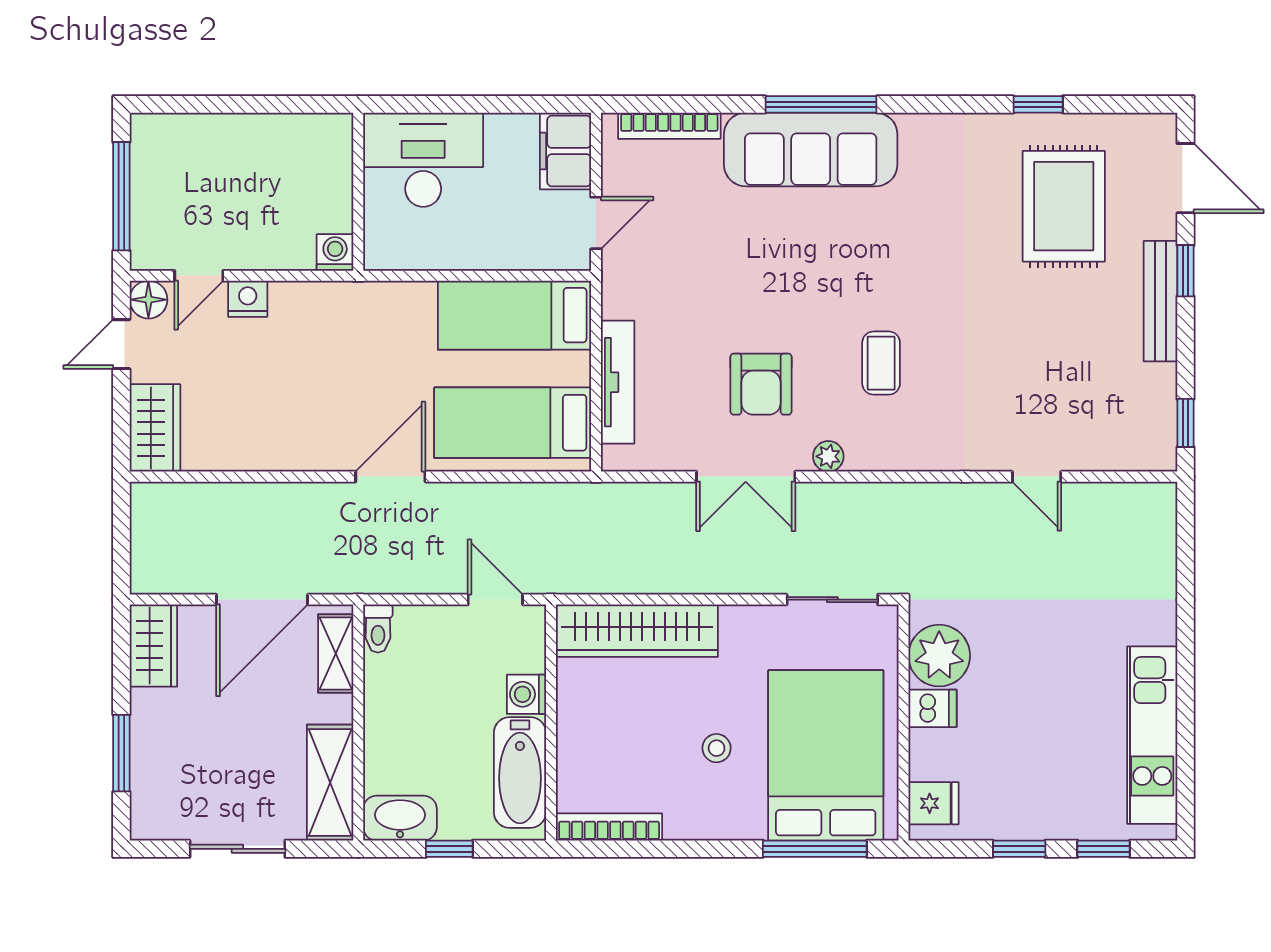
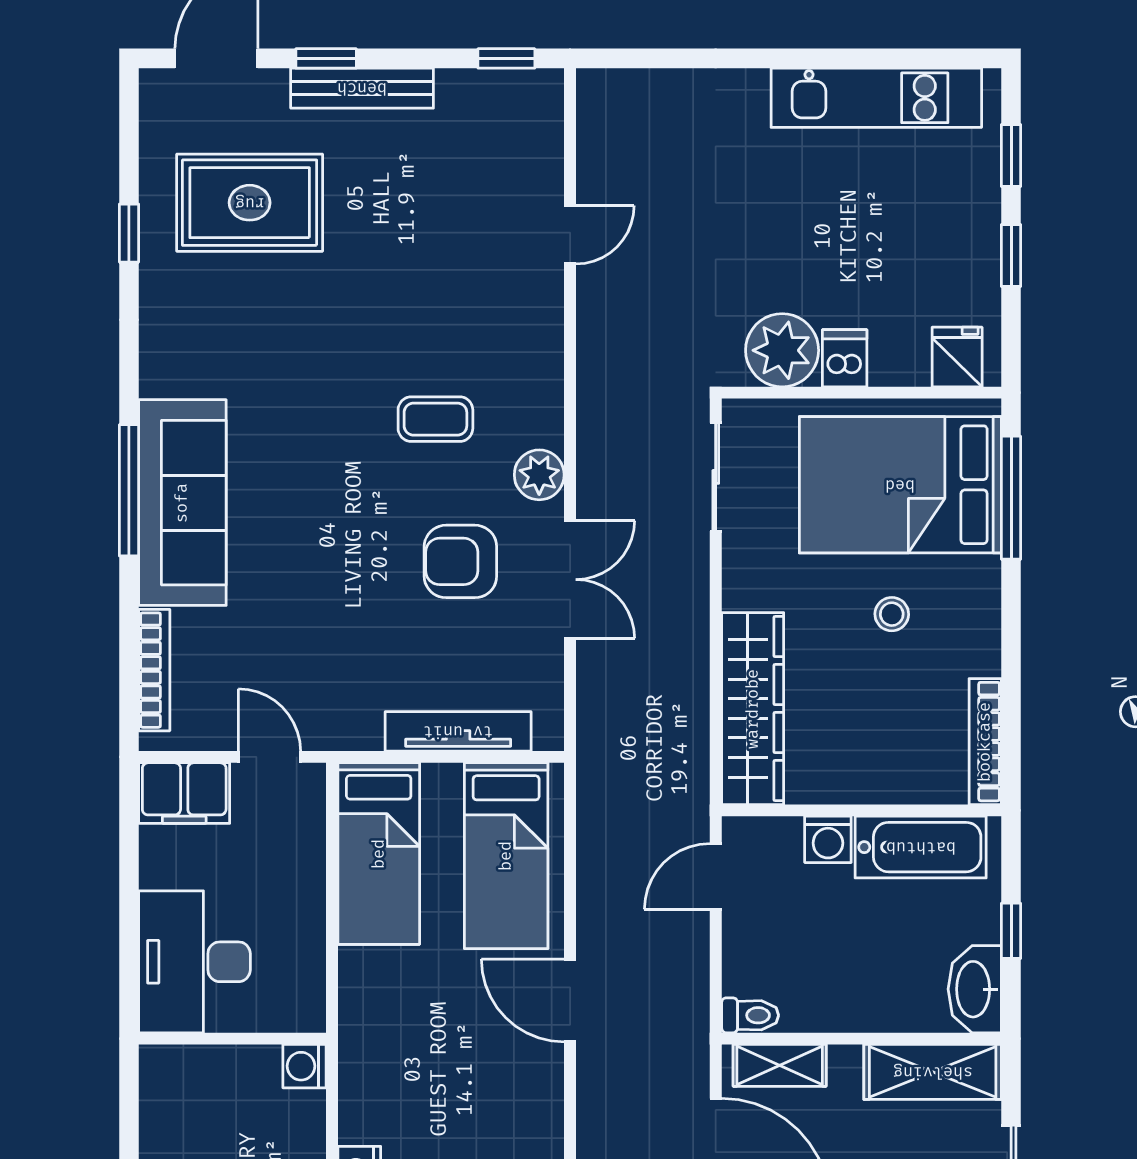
armchair: (761, 384) -> (460, 561), turned 180
plant: (828, 456) -> (539, 475), width x1.38, depth x1.38

